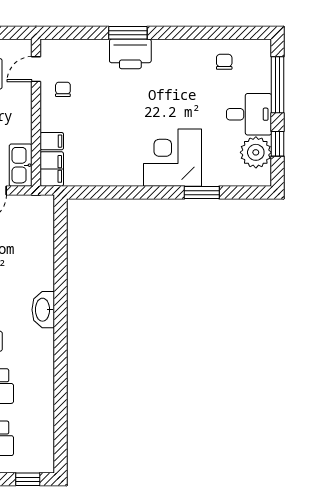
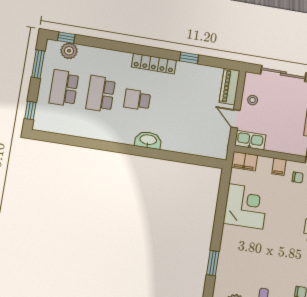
filing cabinet: (52, 141) -> (279, 167), moved
corner desk: (172, 158) -> (246, 206), moved

